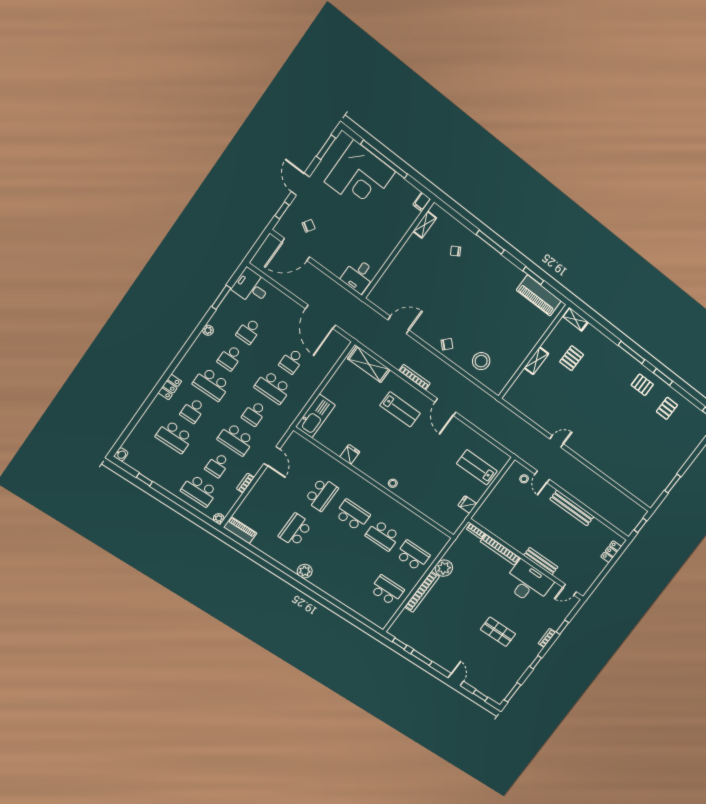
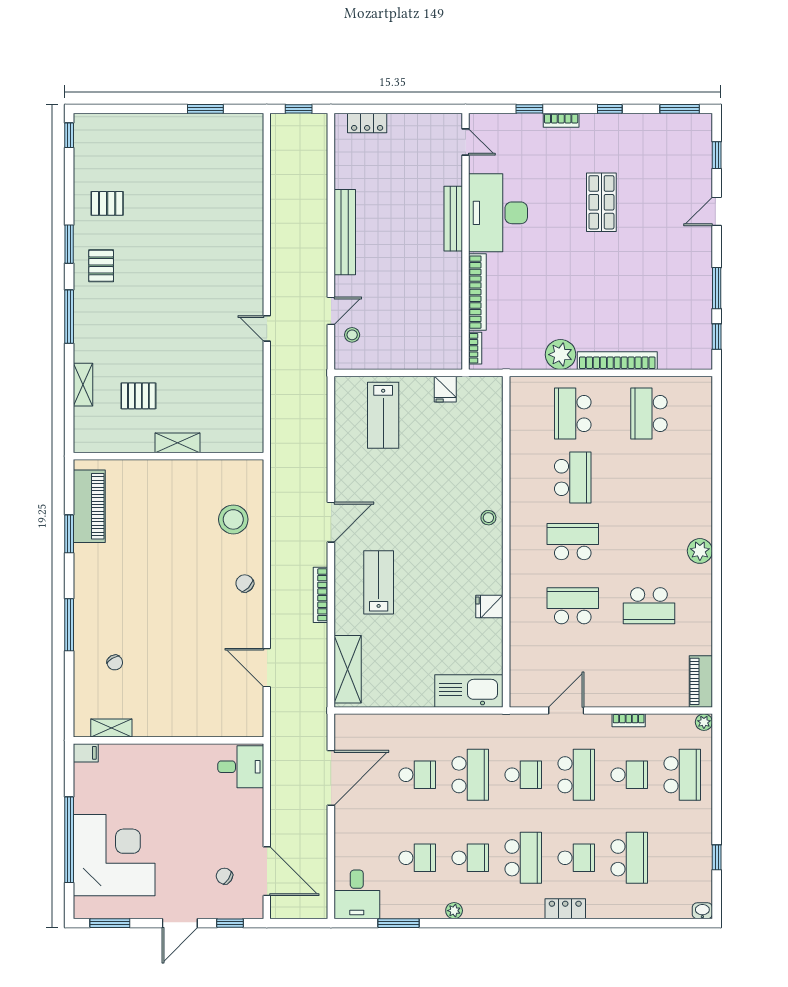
shelving: (575, 319) -> (83, 385), moved
school desk: (352, 515) -> (573, 542), turned 90

